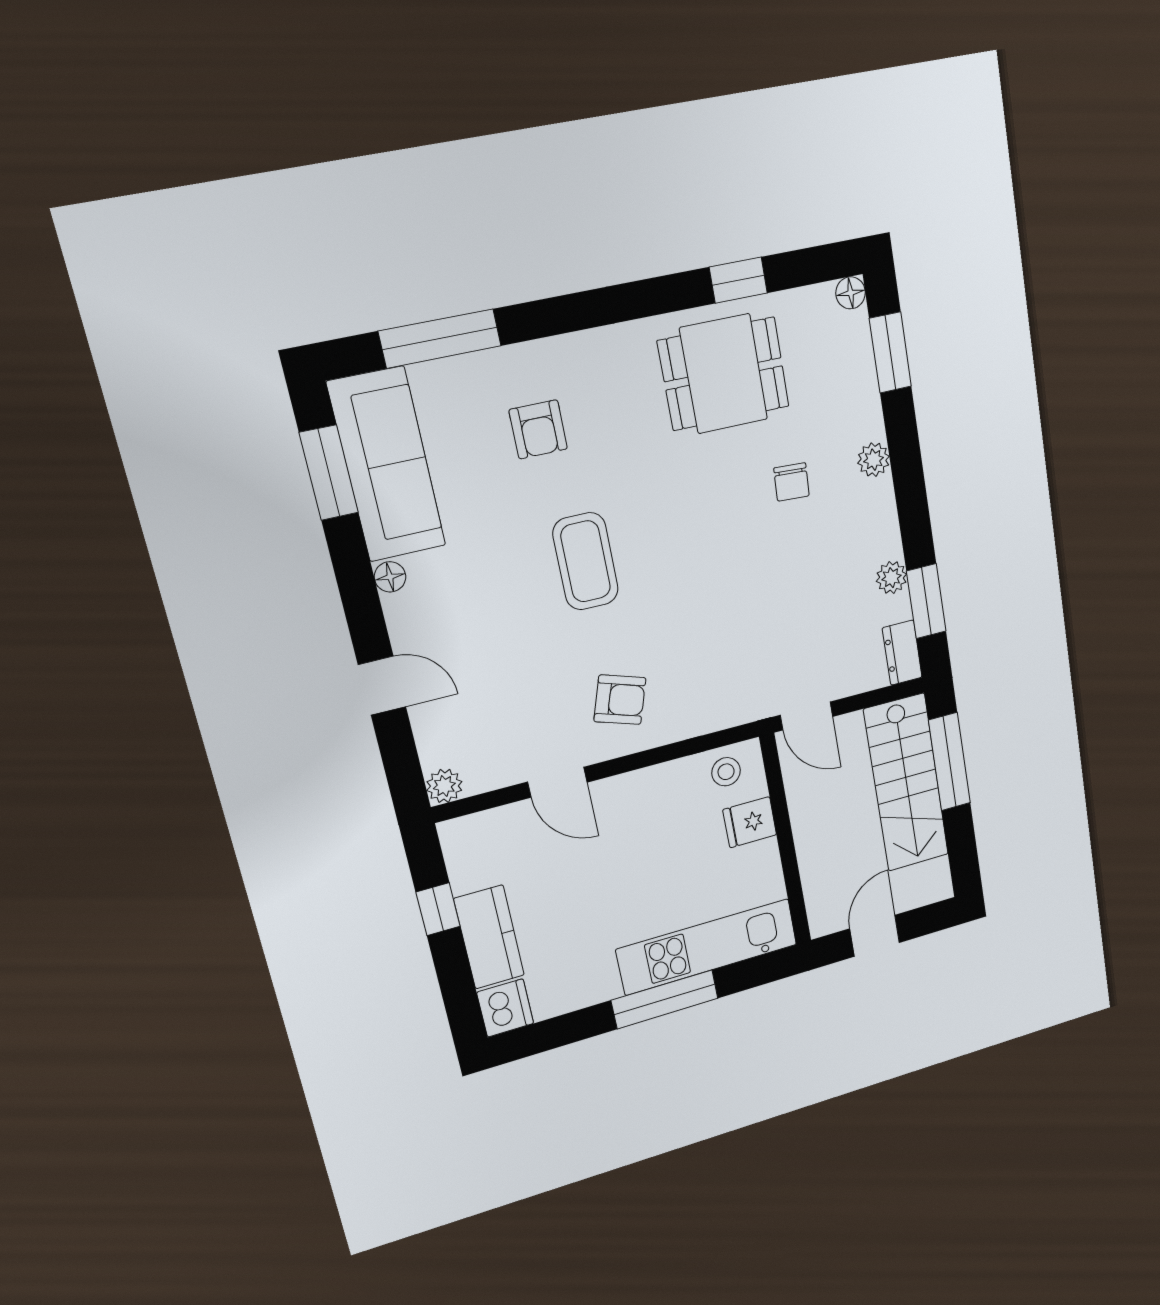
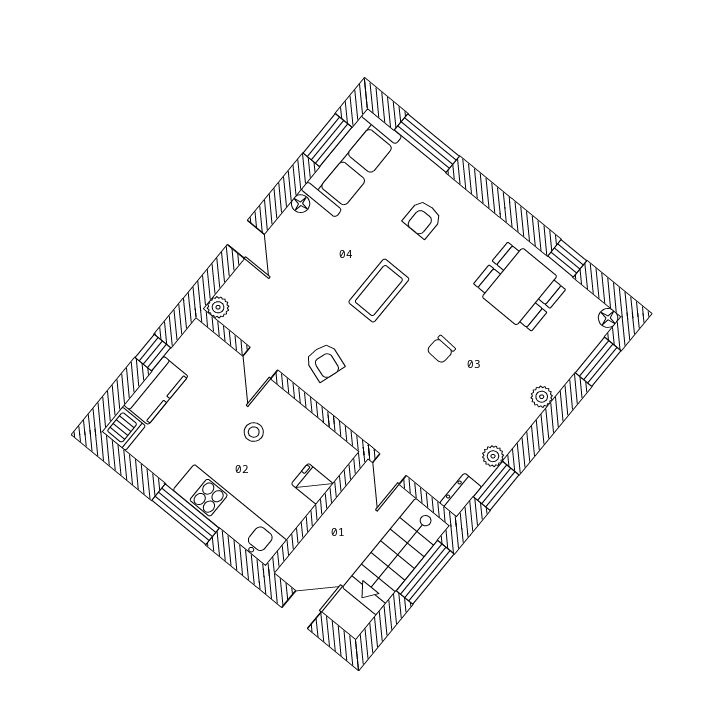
chair: (792, 482) -> (441, 349), moved
stool: (726, 772) -> (254, 432), moved

